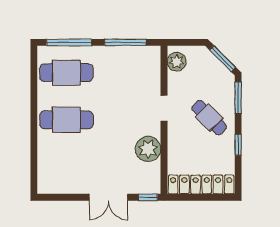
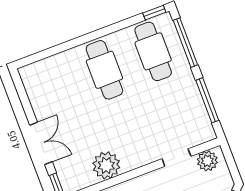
window: (34, 59) -> (154, 13), added
doorway: (164, 108) -> (176, 158), moved
double door: (108, 197) -> (41, 143), swing flipped

